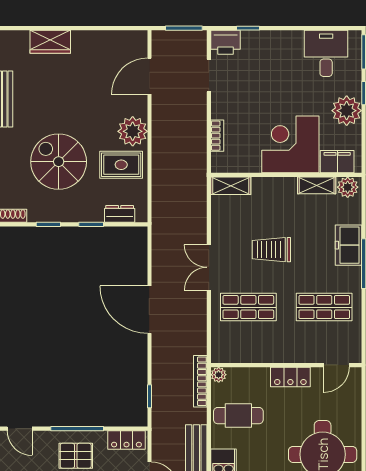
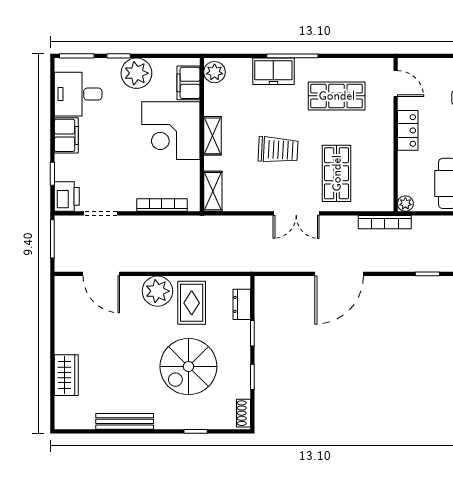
filing cabinet: (285, 42) -> (66, 135), added
bookcase: (217, 136) -> (162, 205), width x1.56
shelving: (317, 185) -> (213, 136), moved
trolley: (271, 250) -> (278, 150), turned -87
shop shelf: (324, 307) -> (337, 96), turned 90
bookcase: (200, 381) -> (385, 222), moved

